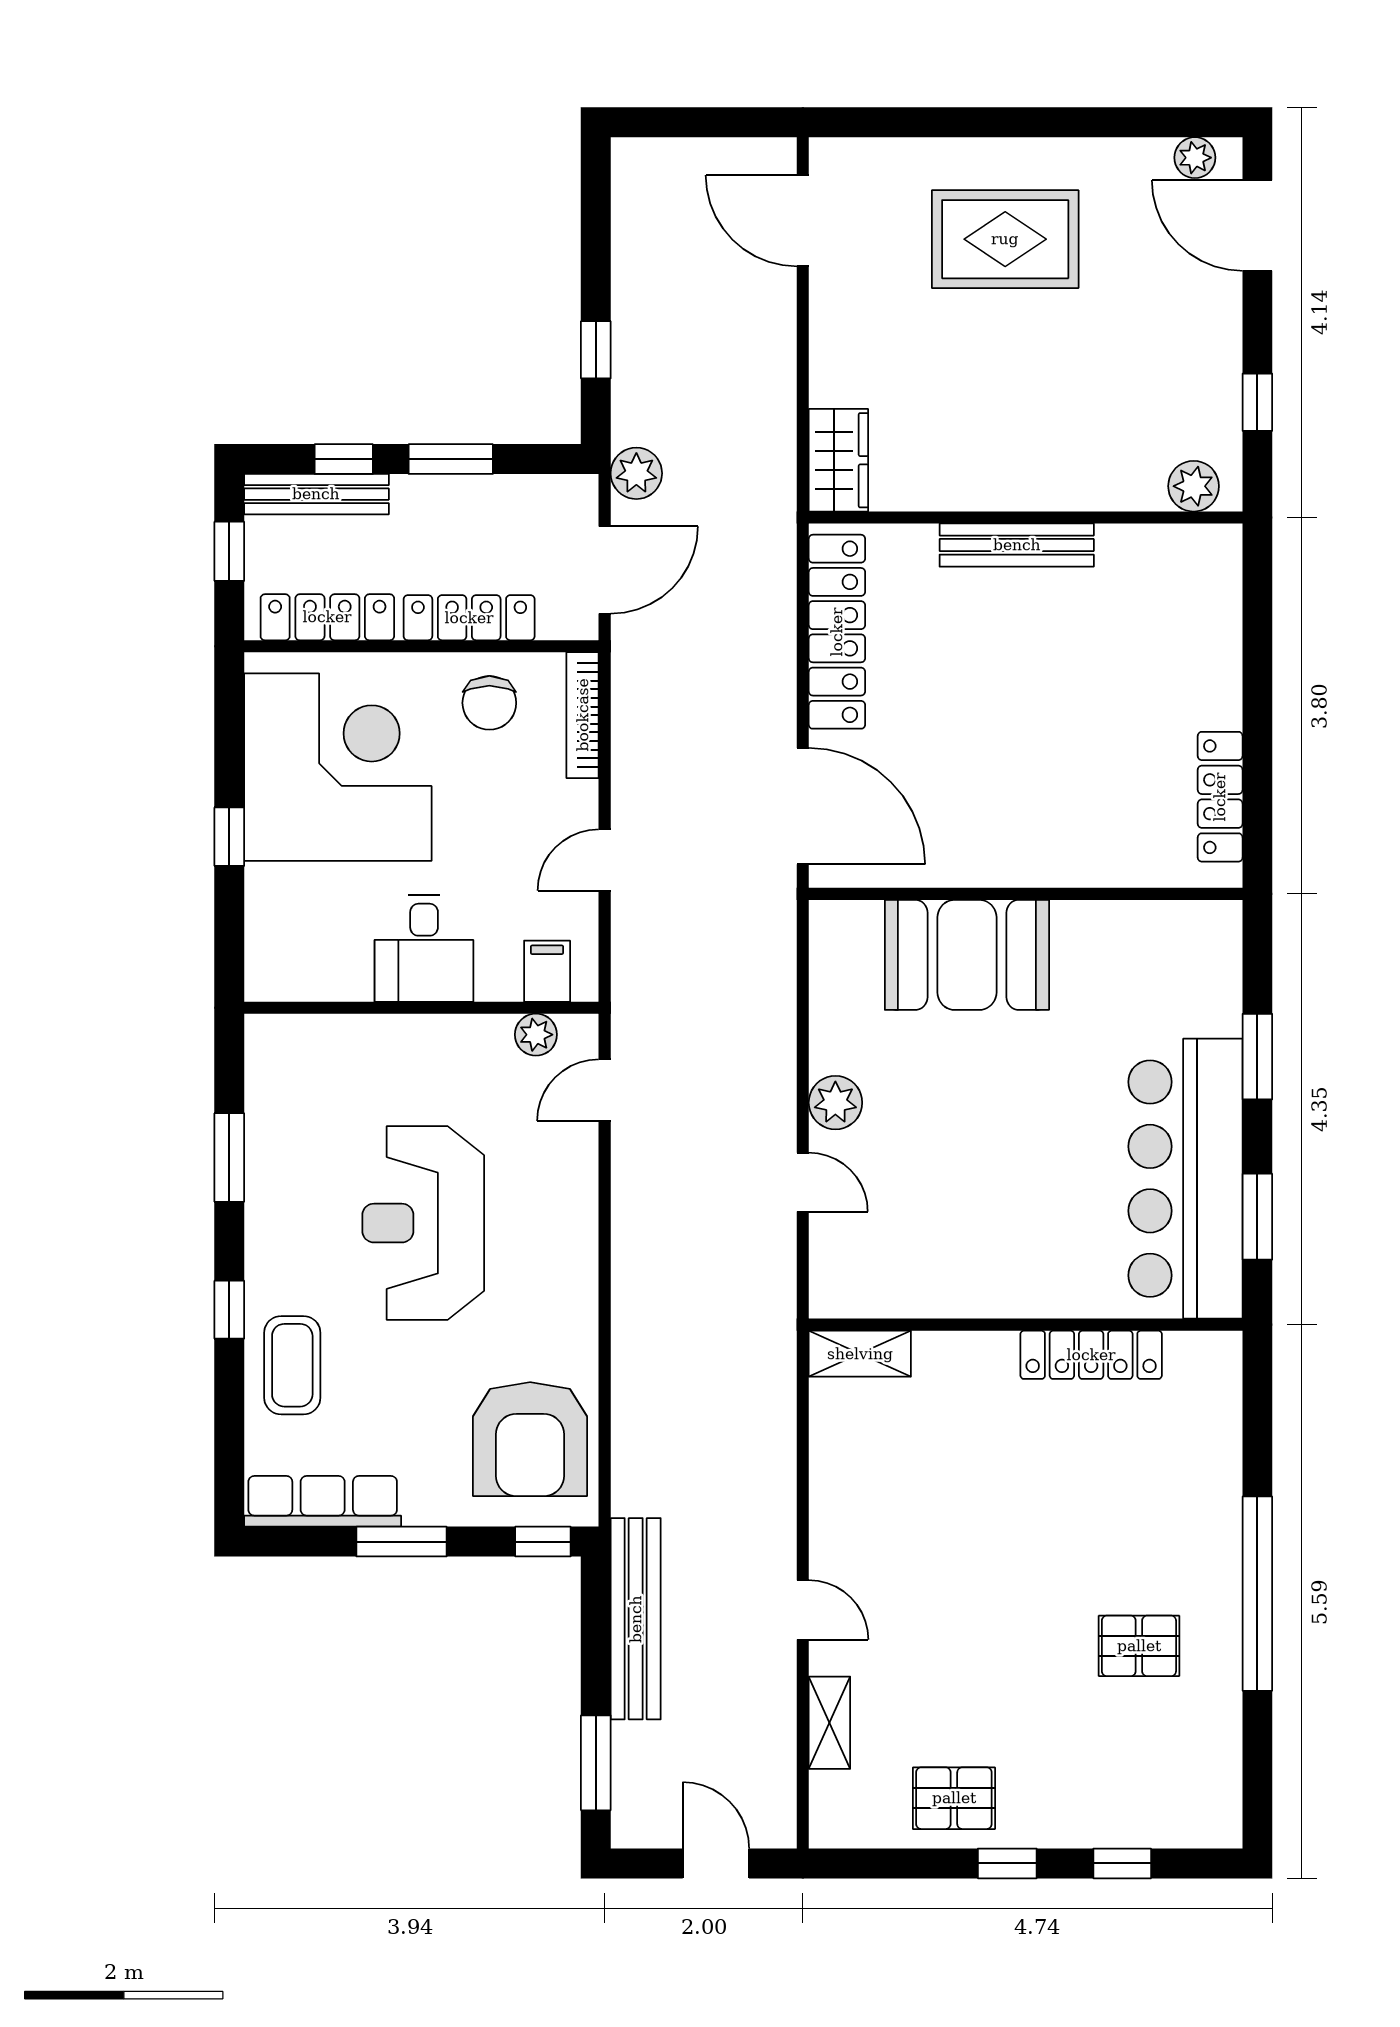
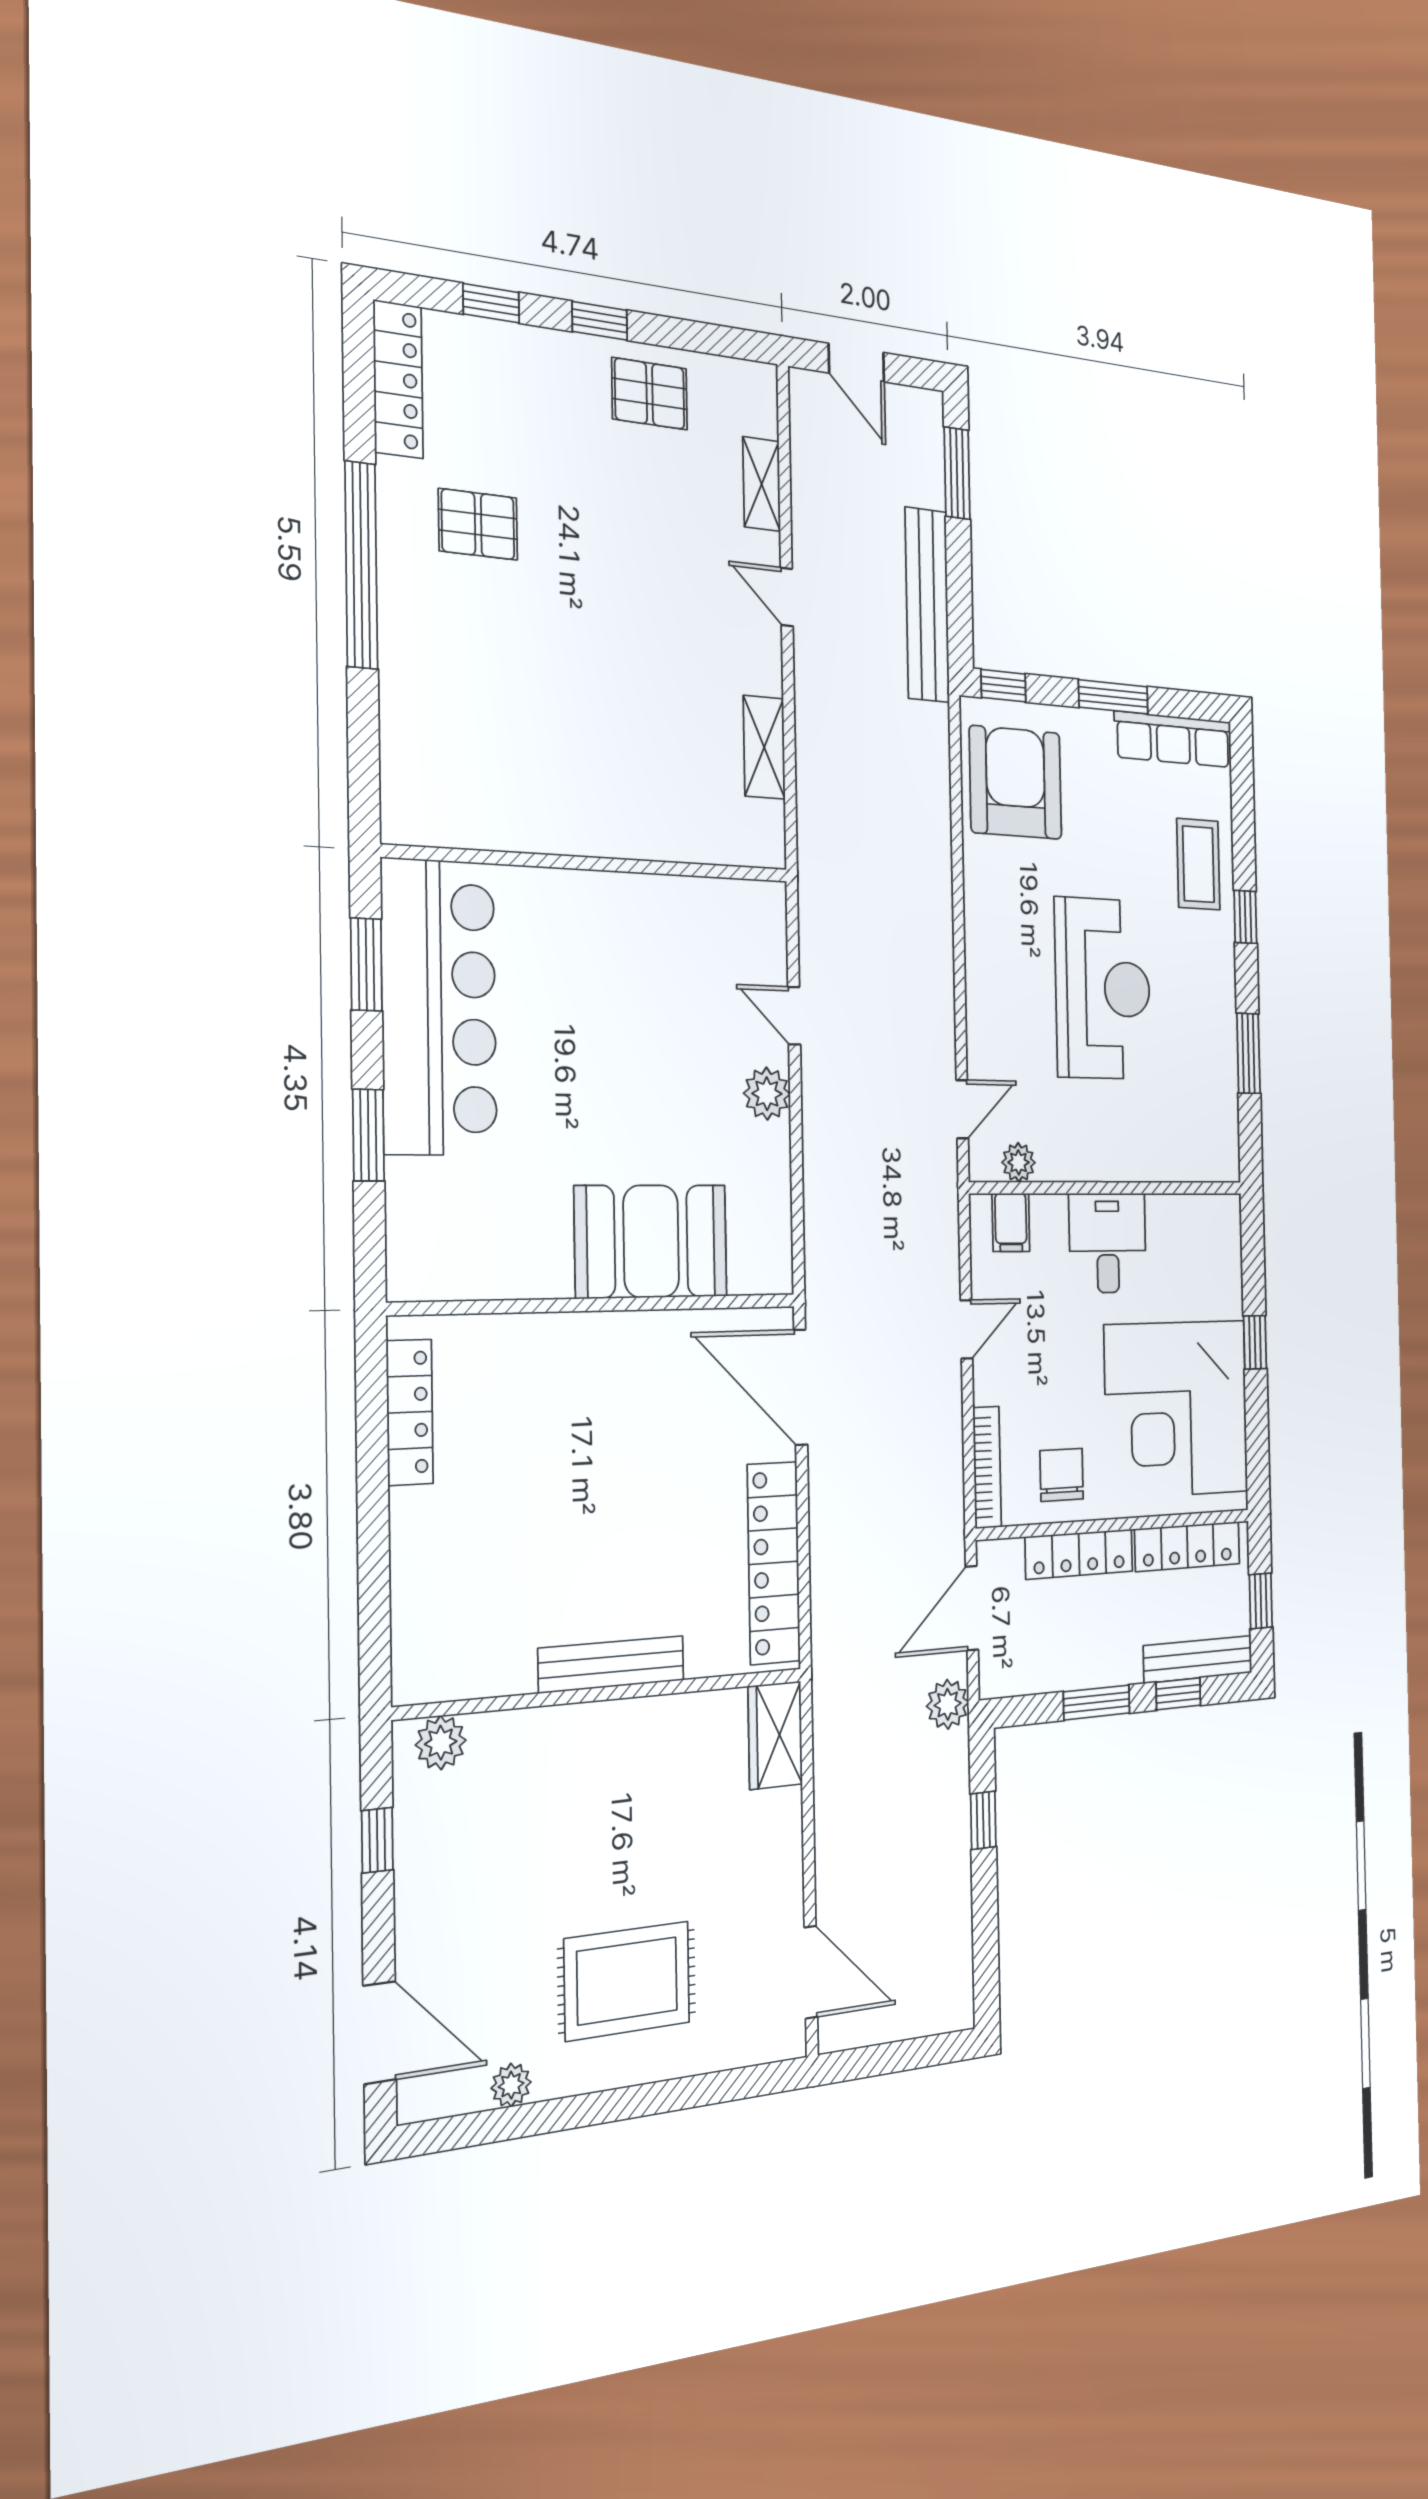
plant: (1195, 158) -> (511, 2085), moved
shelving: (860, 1354) -> (764, 747), moved, turned 90
locker: (1091, 1355) -> (398, 379), moved, turned 90

